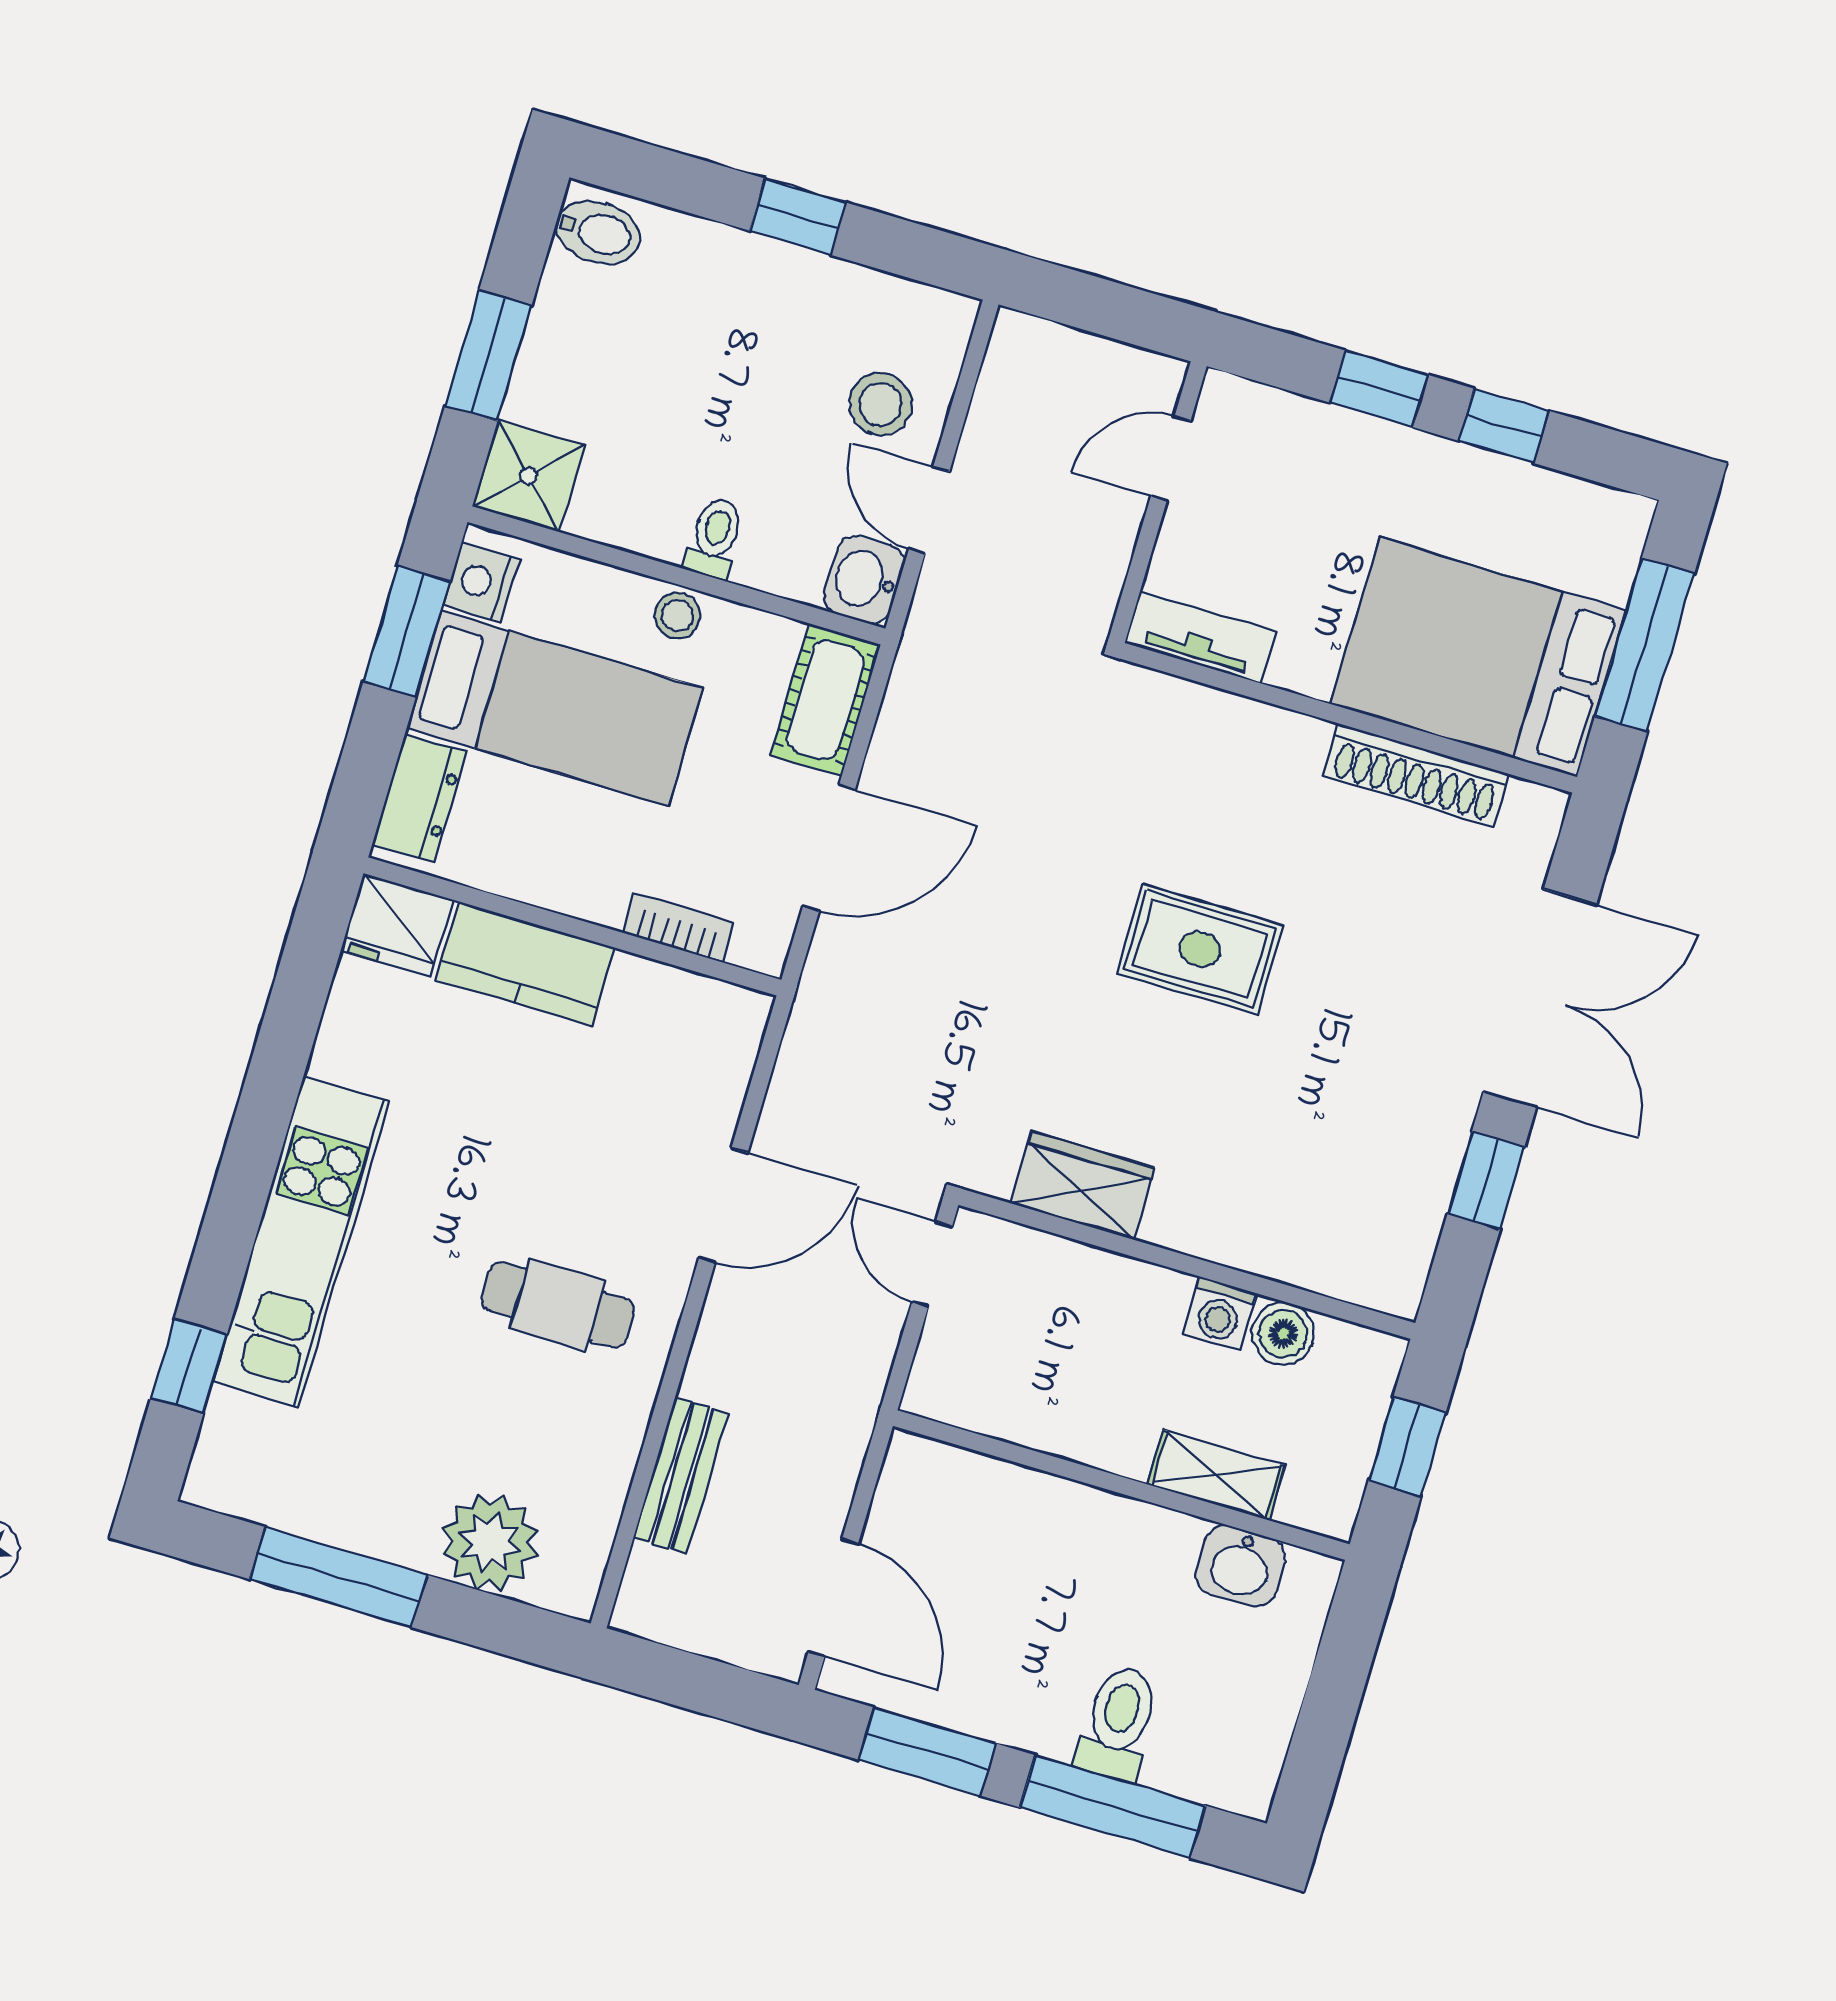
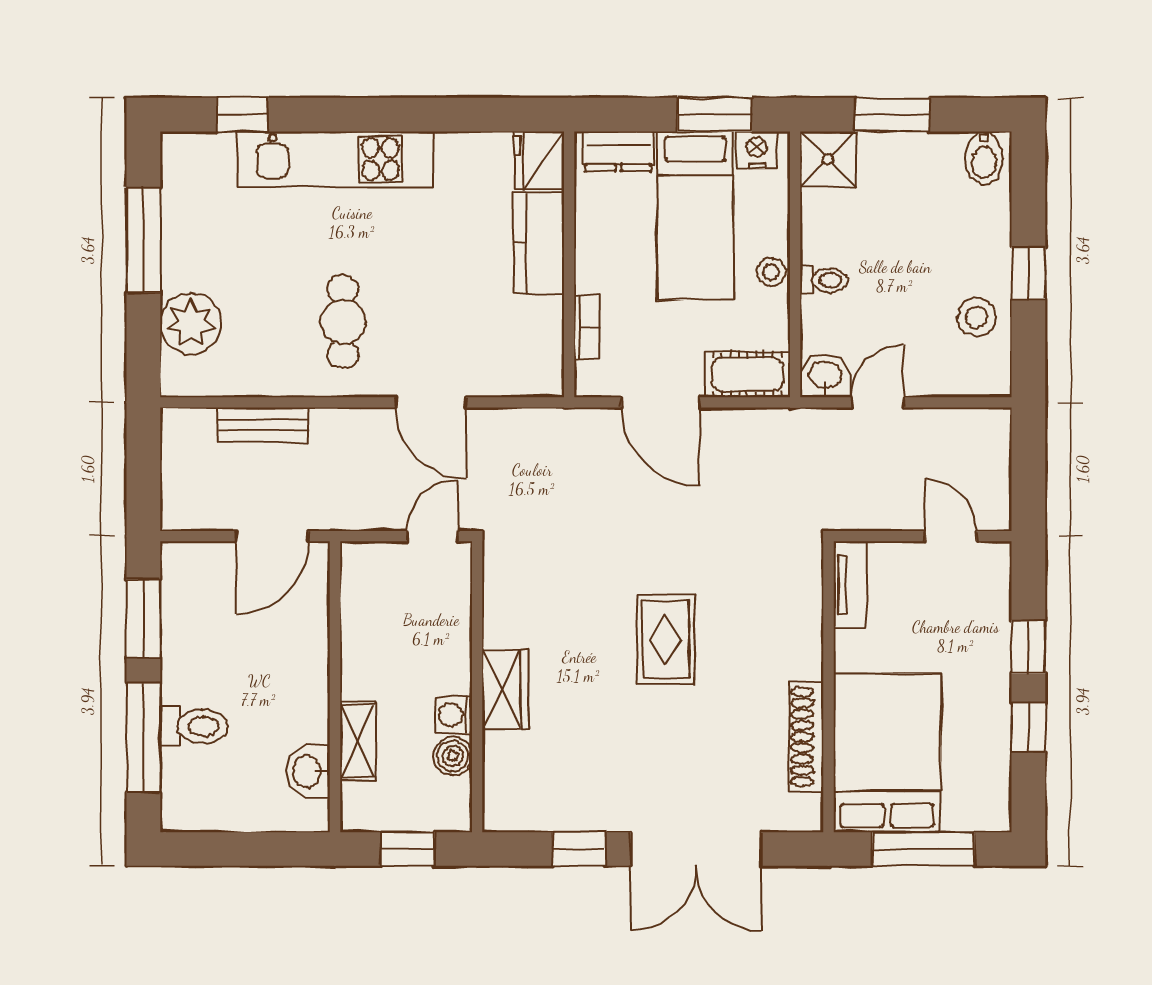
stool: (880, 404) -> (977, 318), moved
wardrobe: (1083, 1186) -> (505, 690), moved
door: (833, 1598) -> (272, 536), moved

